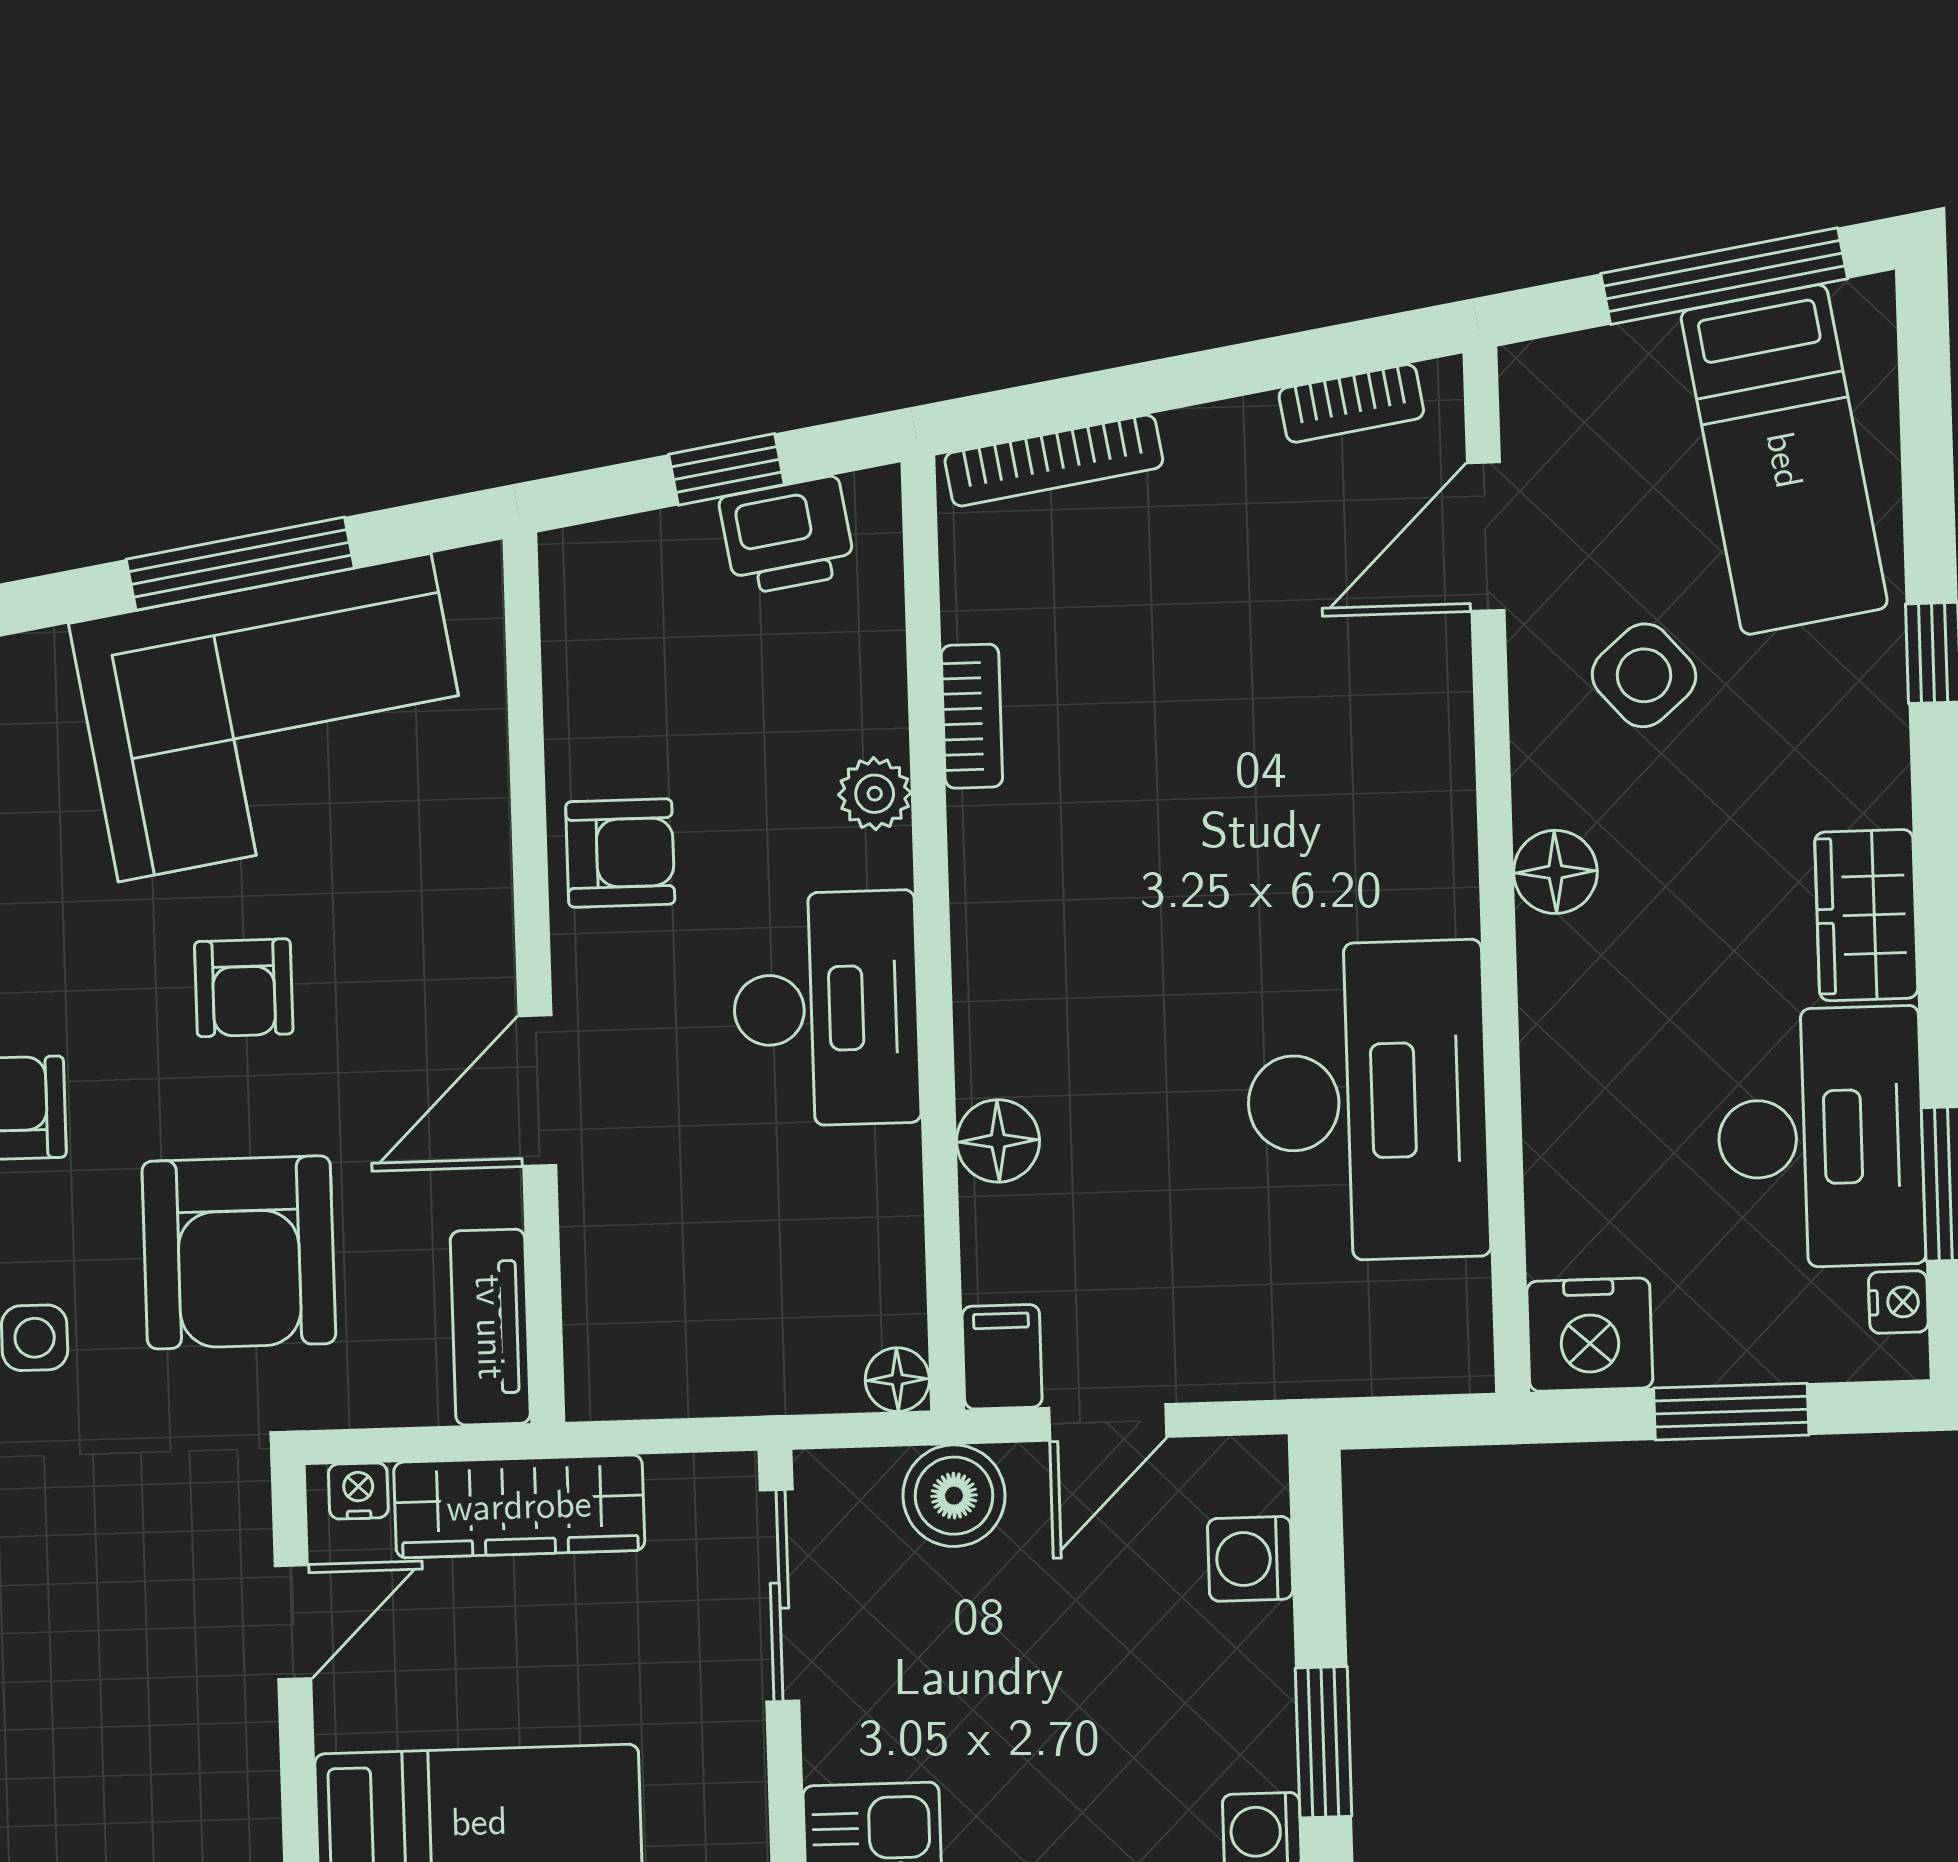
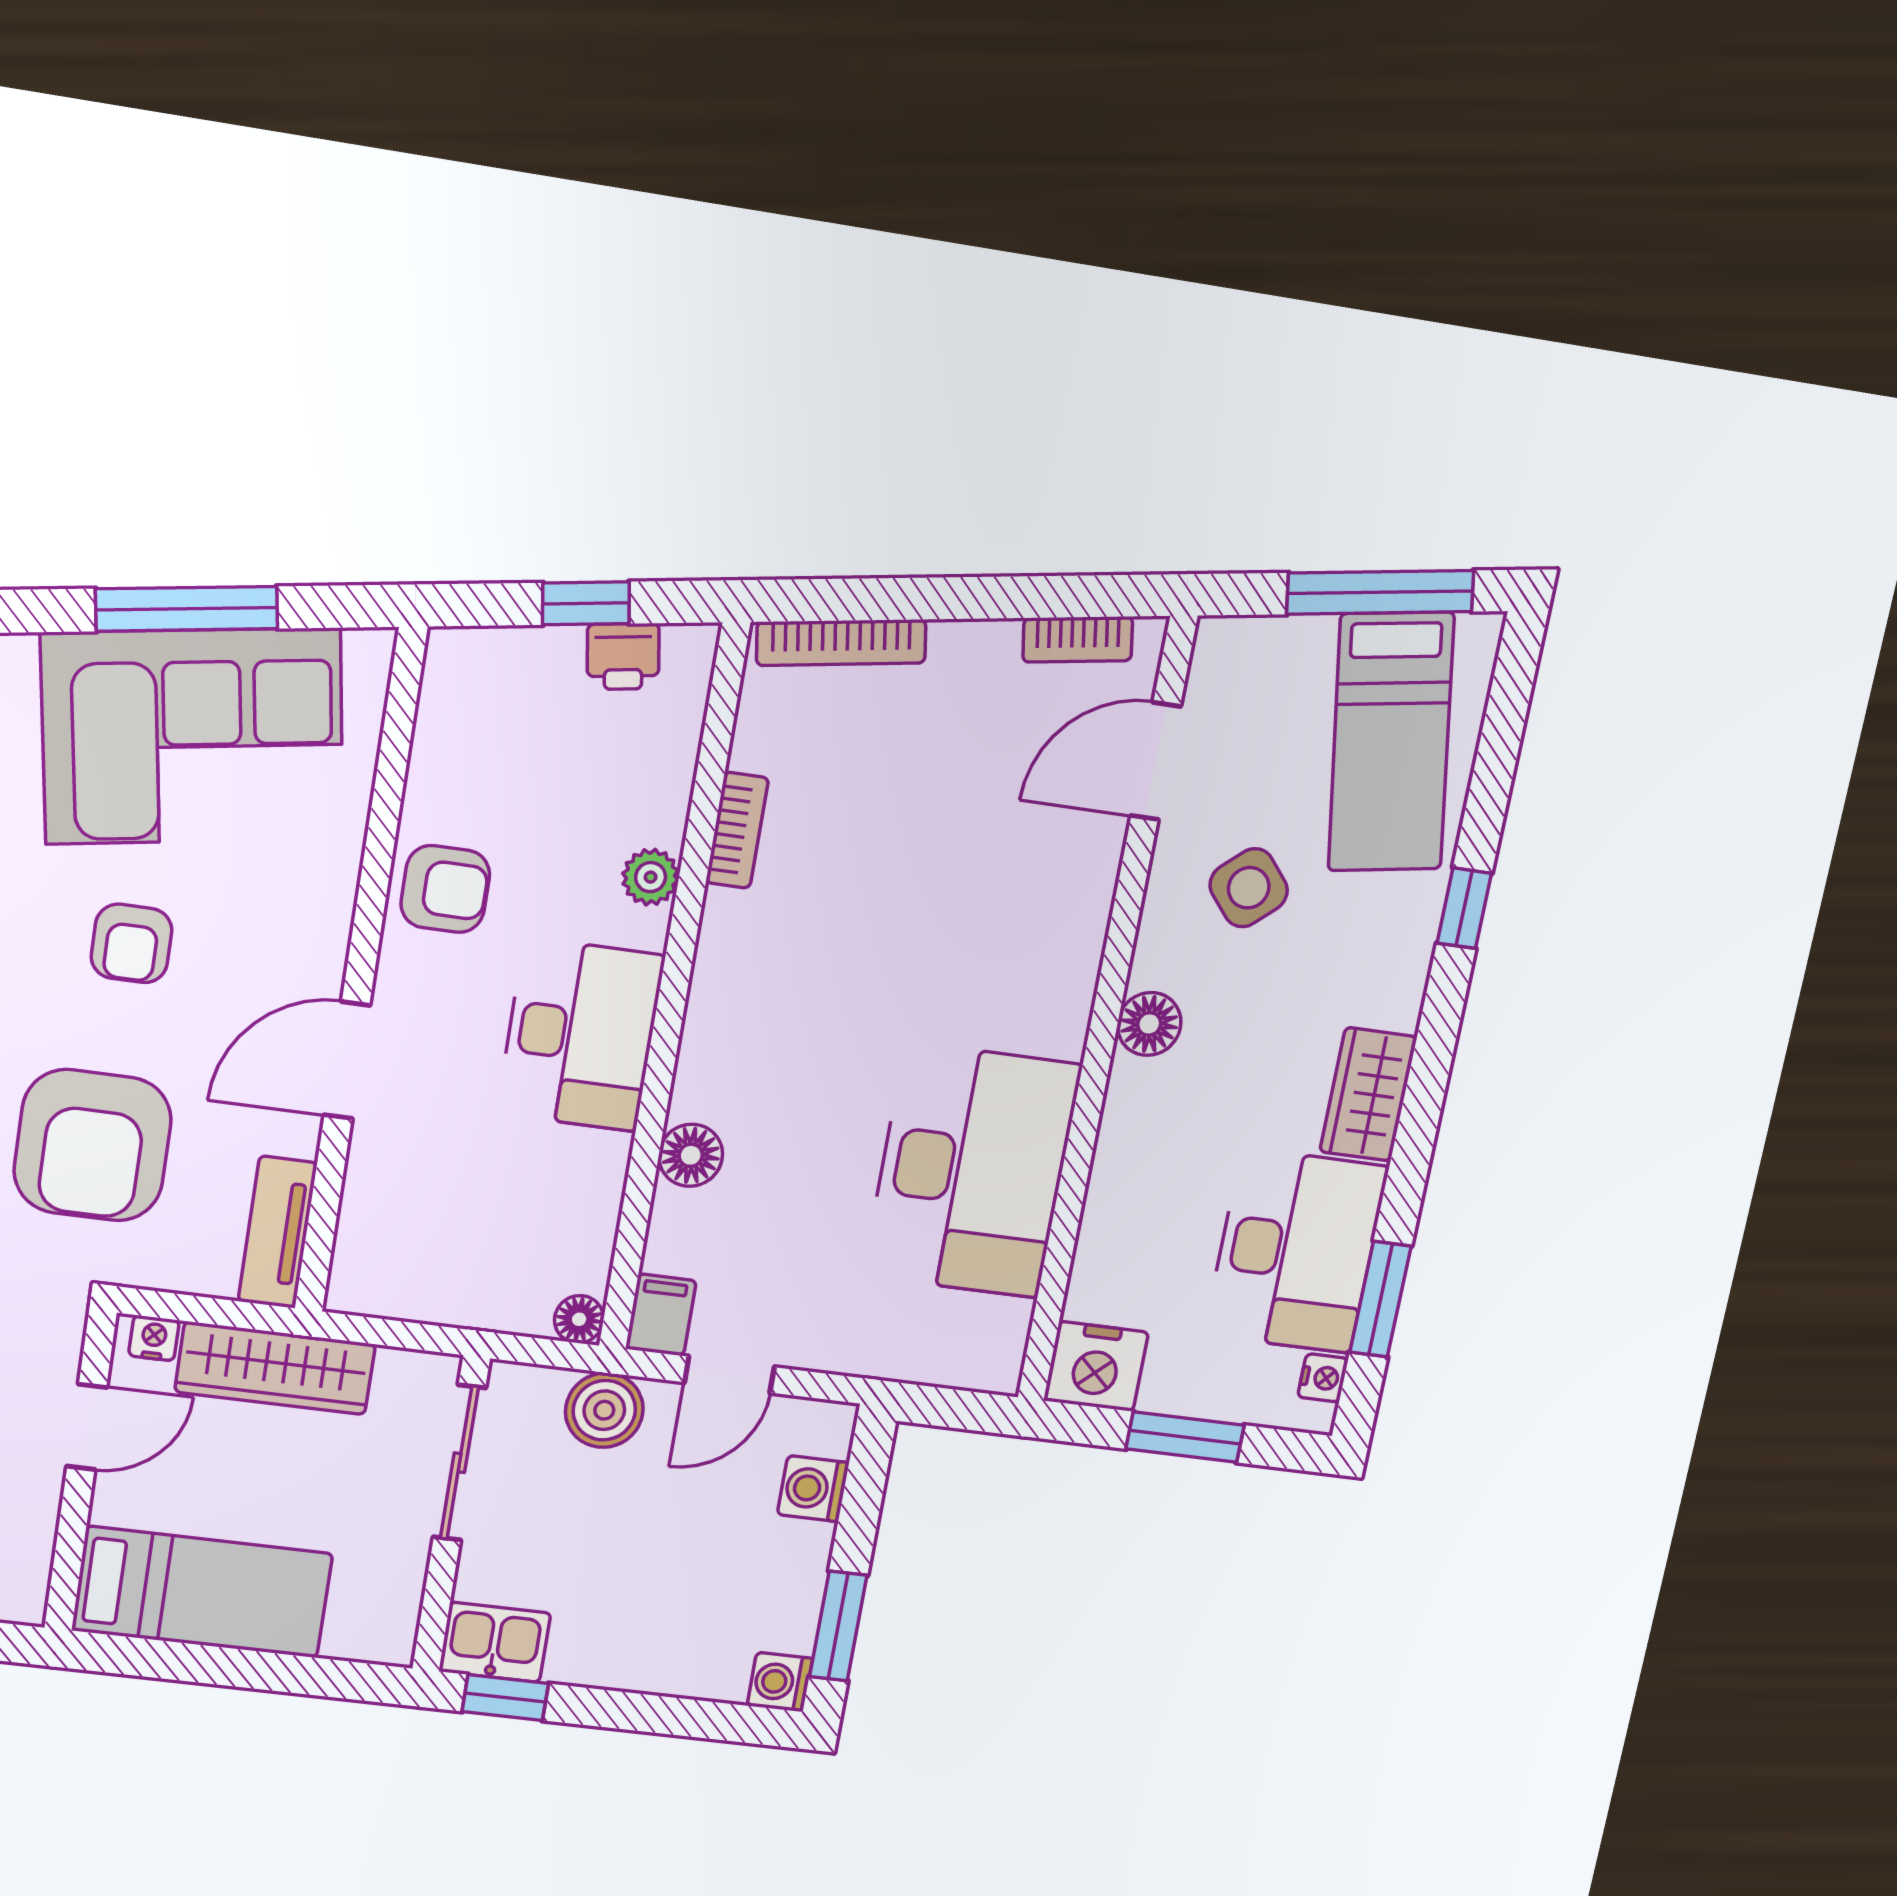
printer: (787, 536) -> (623, 657), width x0.73, depth x0.81

